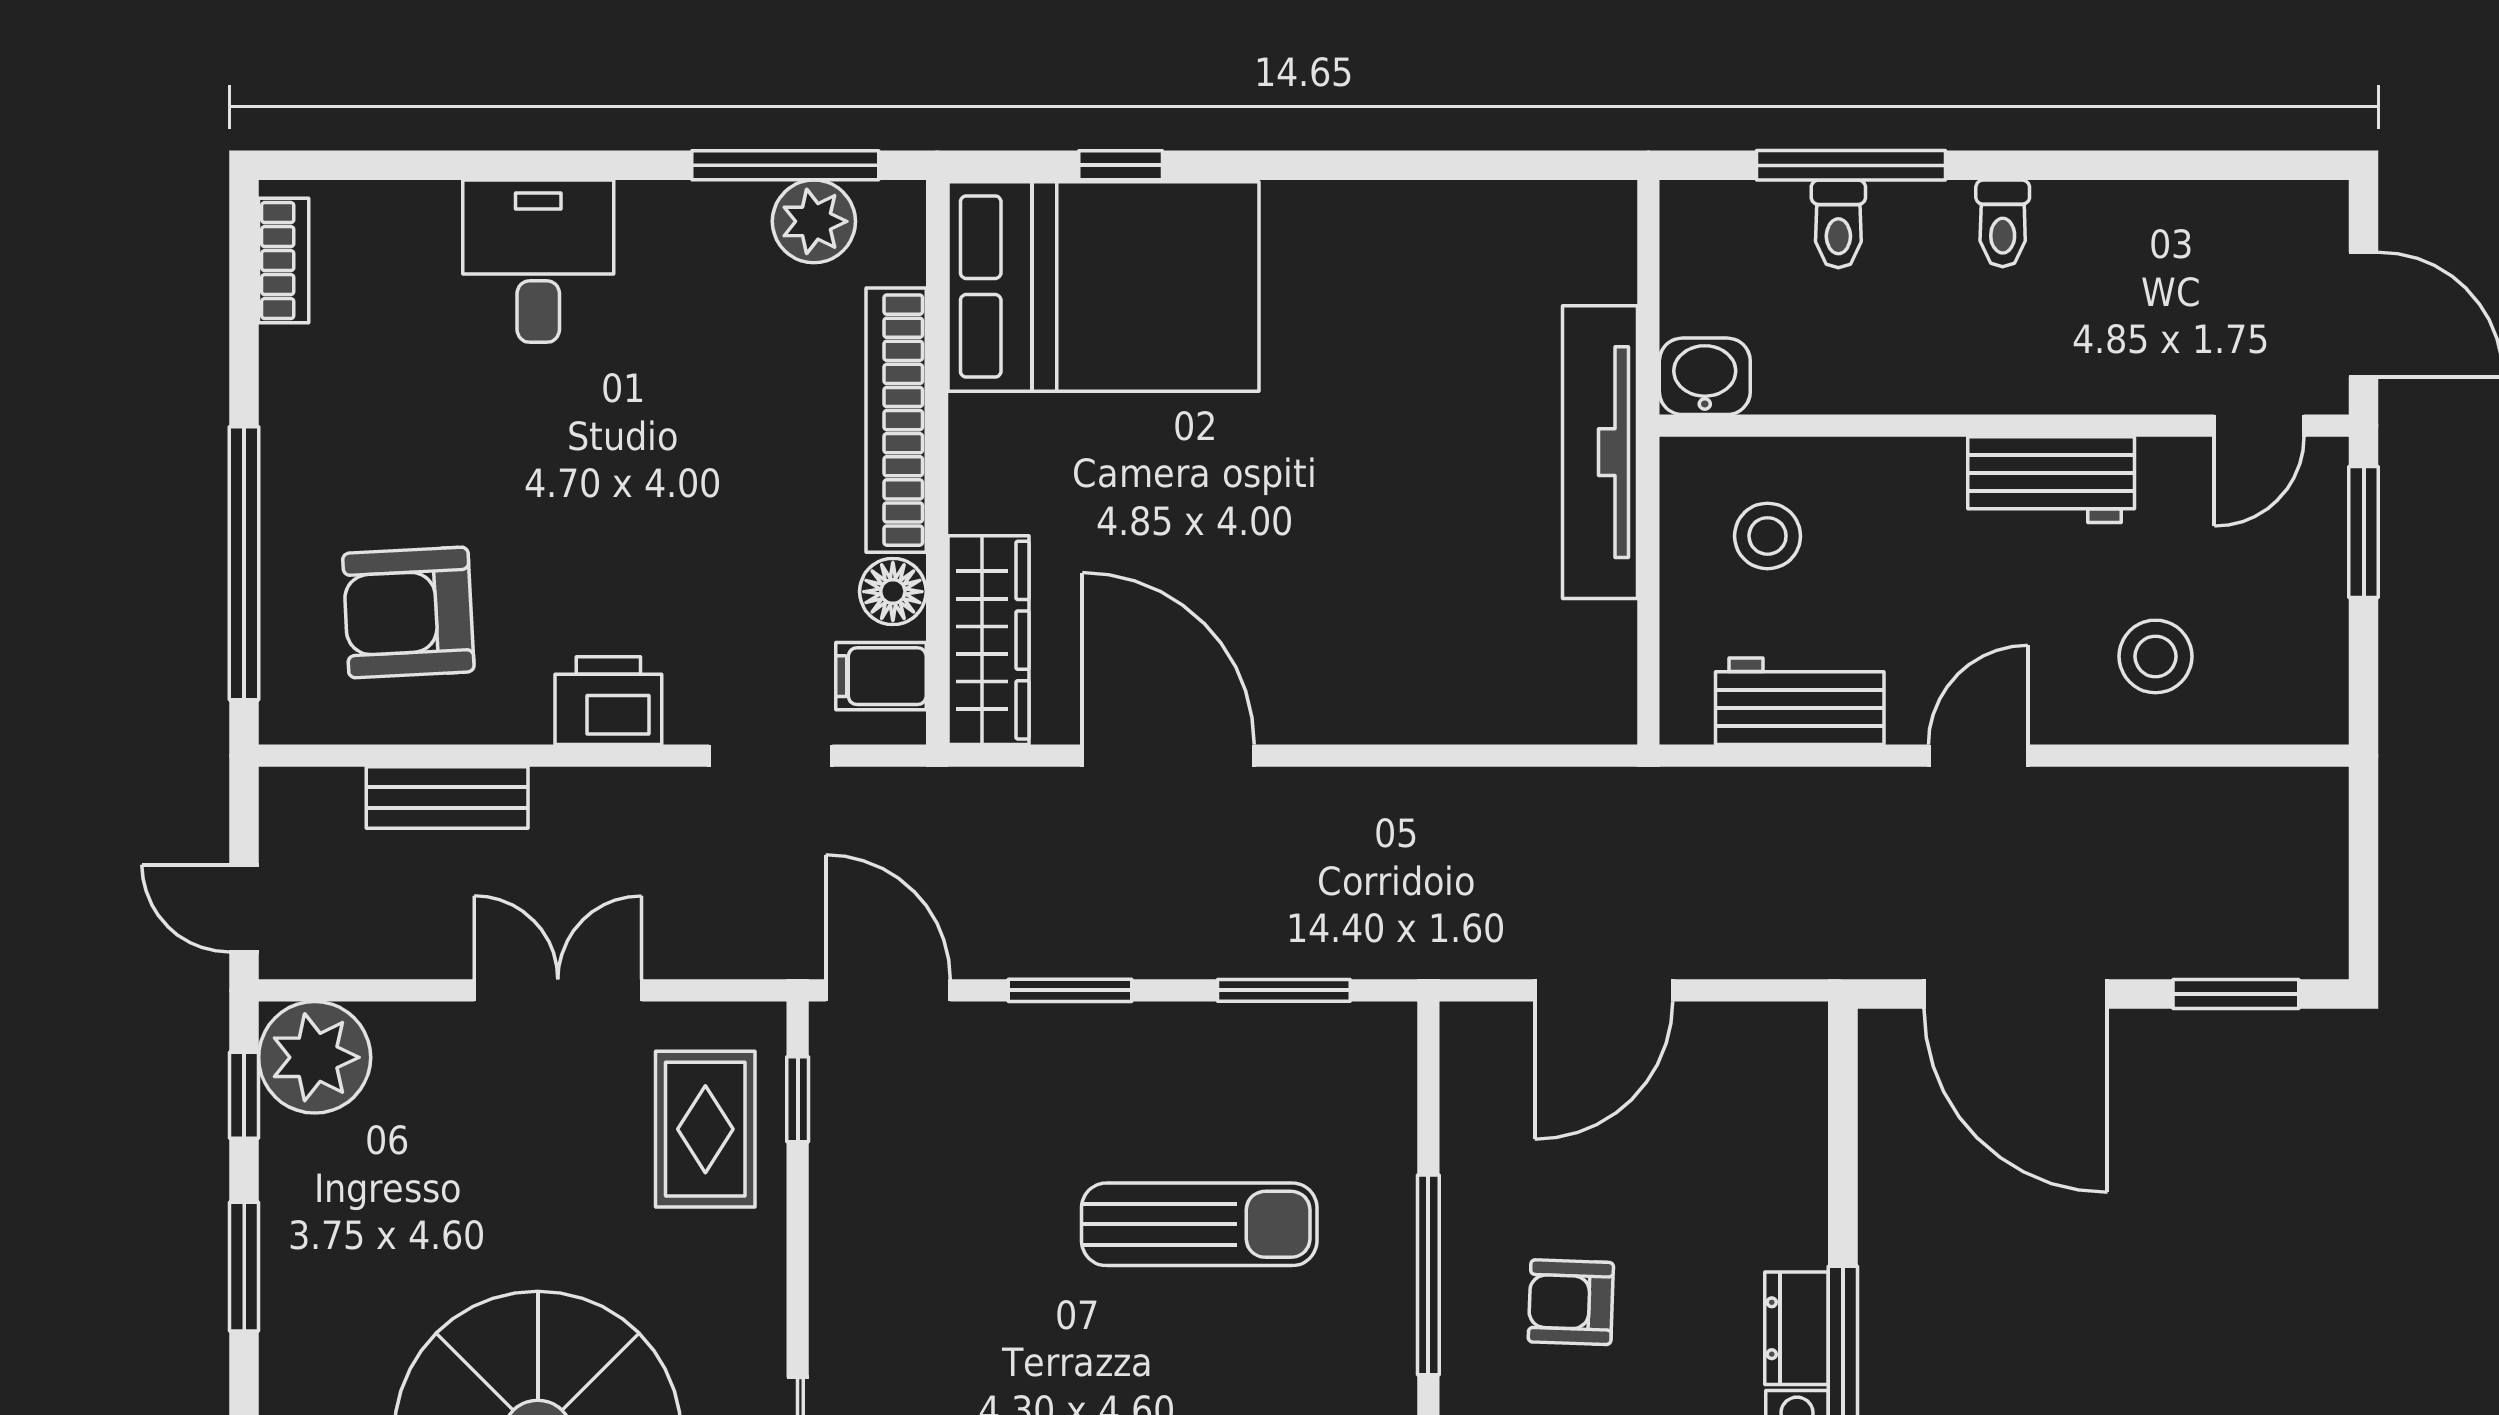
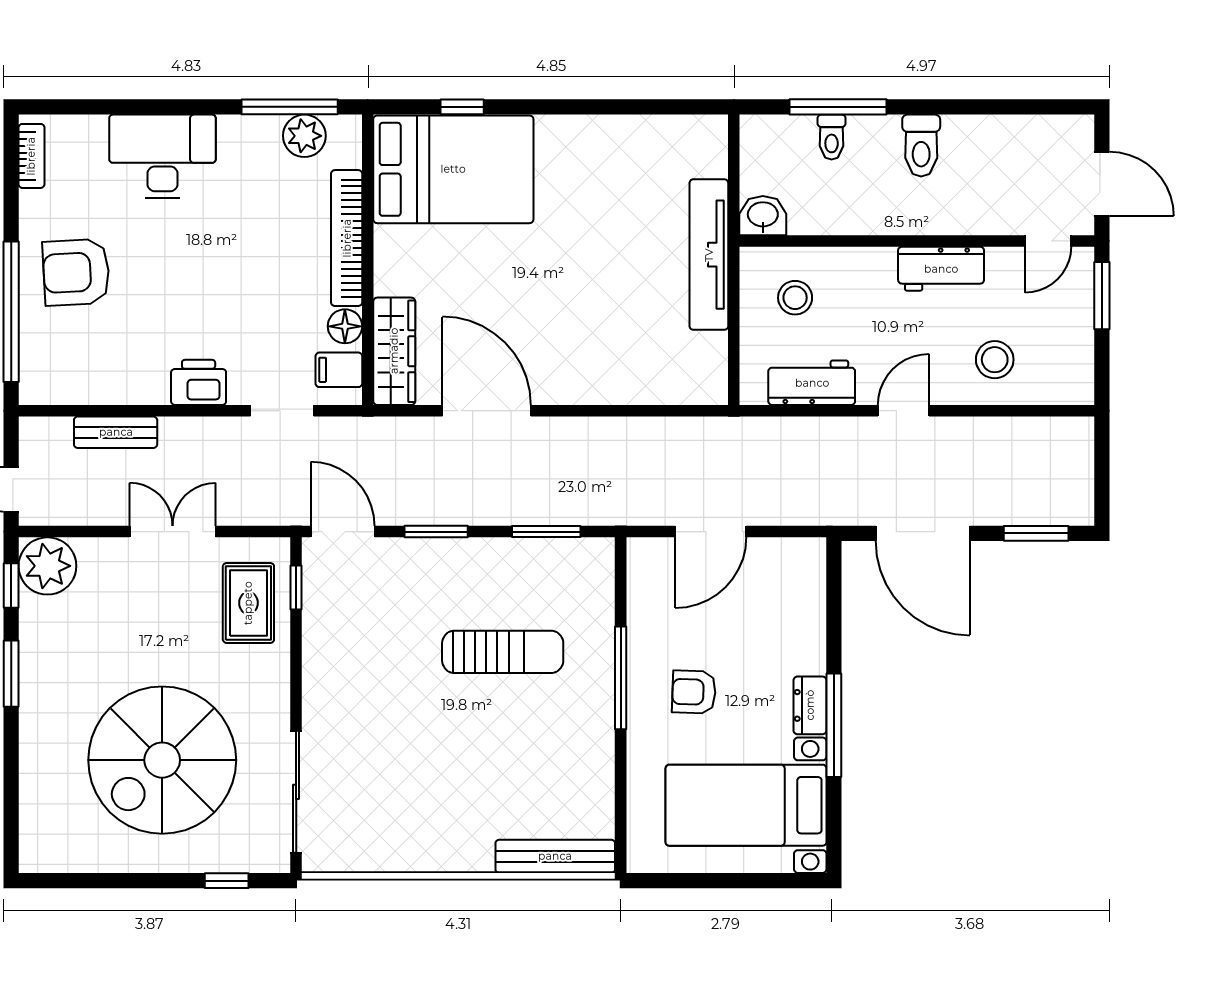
toilet: (2003, 223) -> (921, 145), width x1.37, depth x1.39
desk: (538, 261) -> (162, 156), width x1.37
armchair: (408, 612) -> (76, 272), moved

